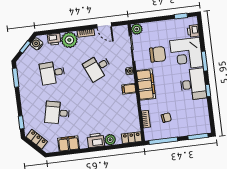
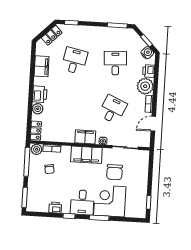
plant: (137, 29) -> (37, 149), moved
printer: (193, 31) -> (55, 208), moved
desk: (98, 67) -> (113, 109), turned 48
desk: (193, 84) -> (82, 202), width x0.73
filing cabinet: (129, 89) -> (85, 137), width x2.00

